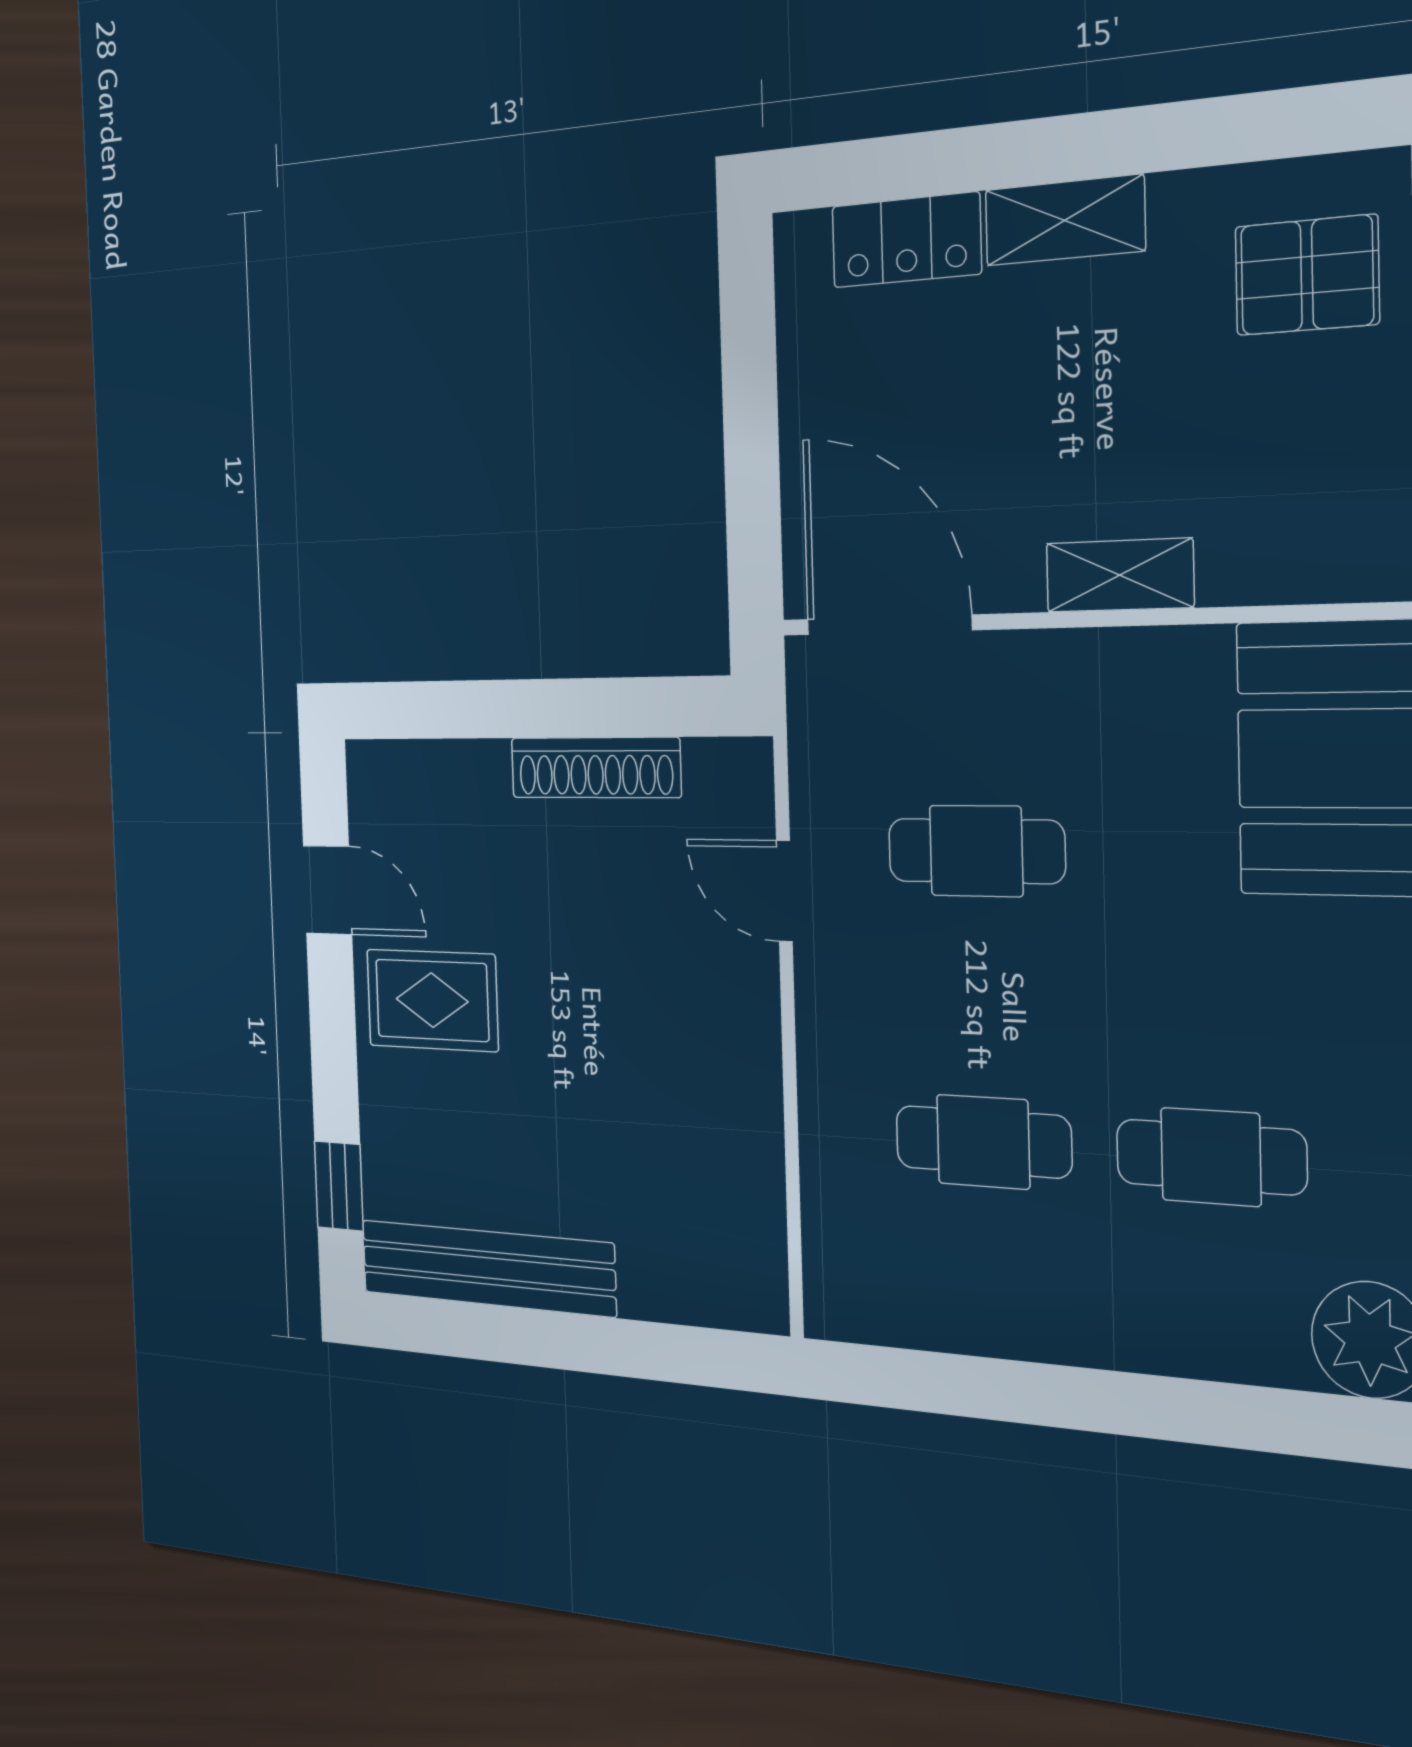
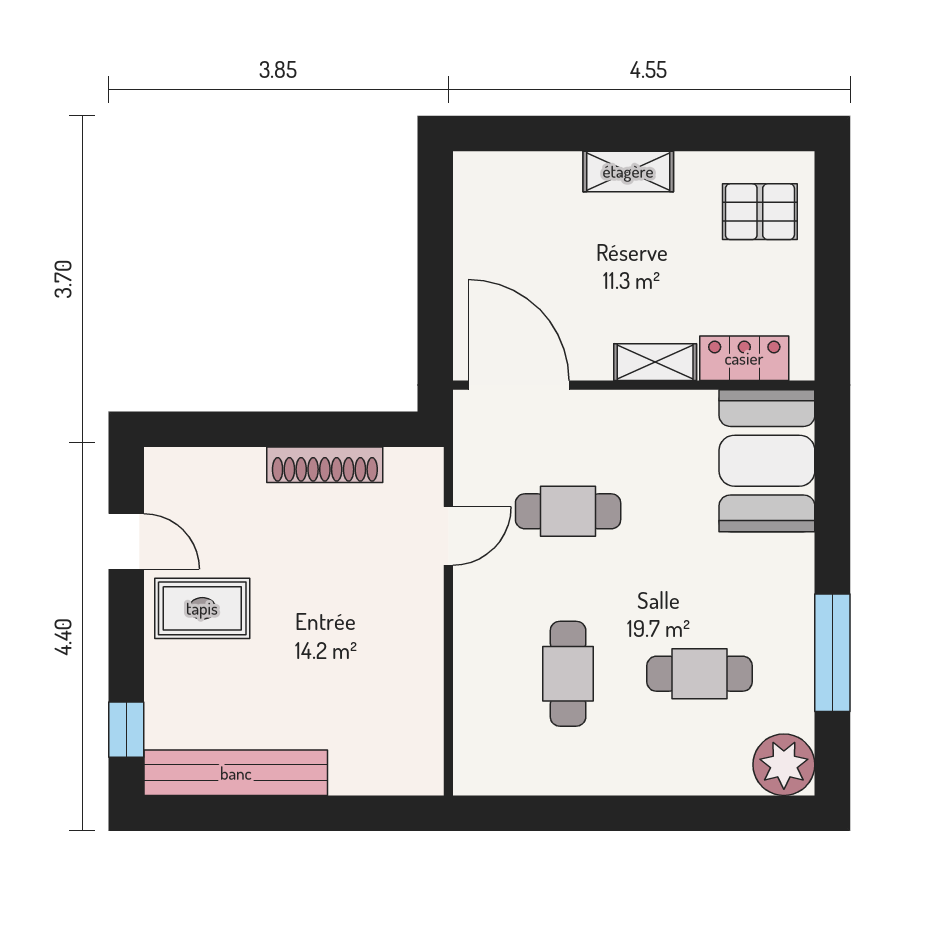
locker: (906, 240) -> (744, 358), moved, turned 180
door: (784, 891) -> (448, 536), swing flipped
cafe table: (983, 1142) -> (568, 674), turned 90

